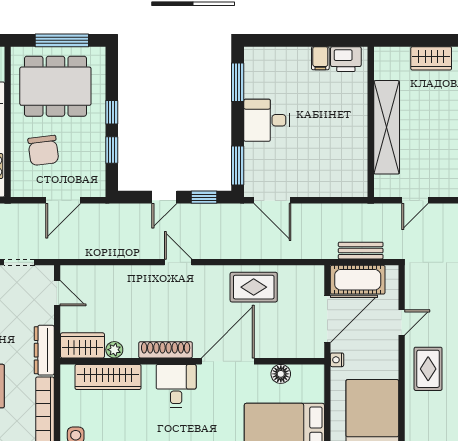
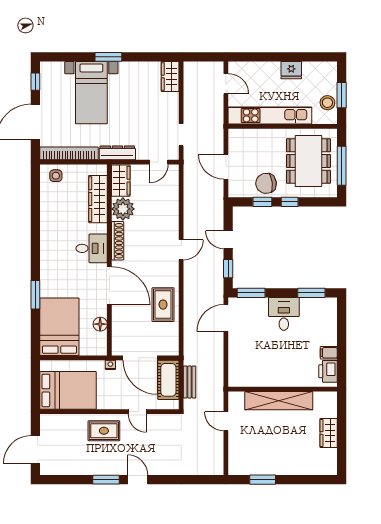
chair: (43, 150) -> (266, 183), moved
plant: (114, 350) -> (123, 209), width x1.88, depth x1.88

